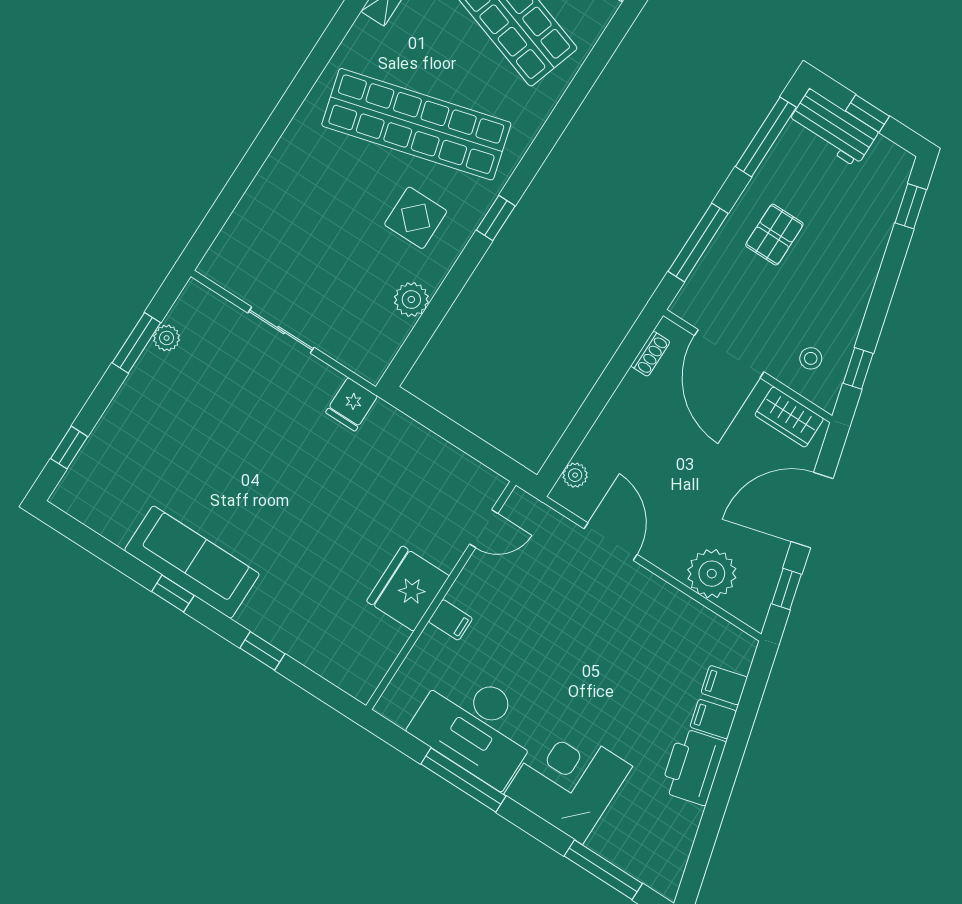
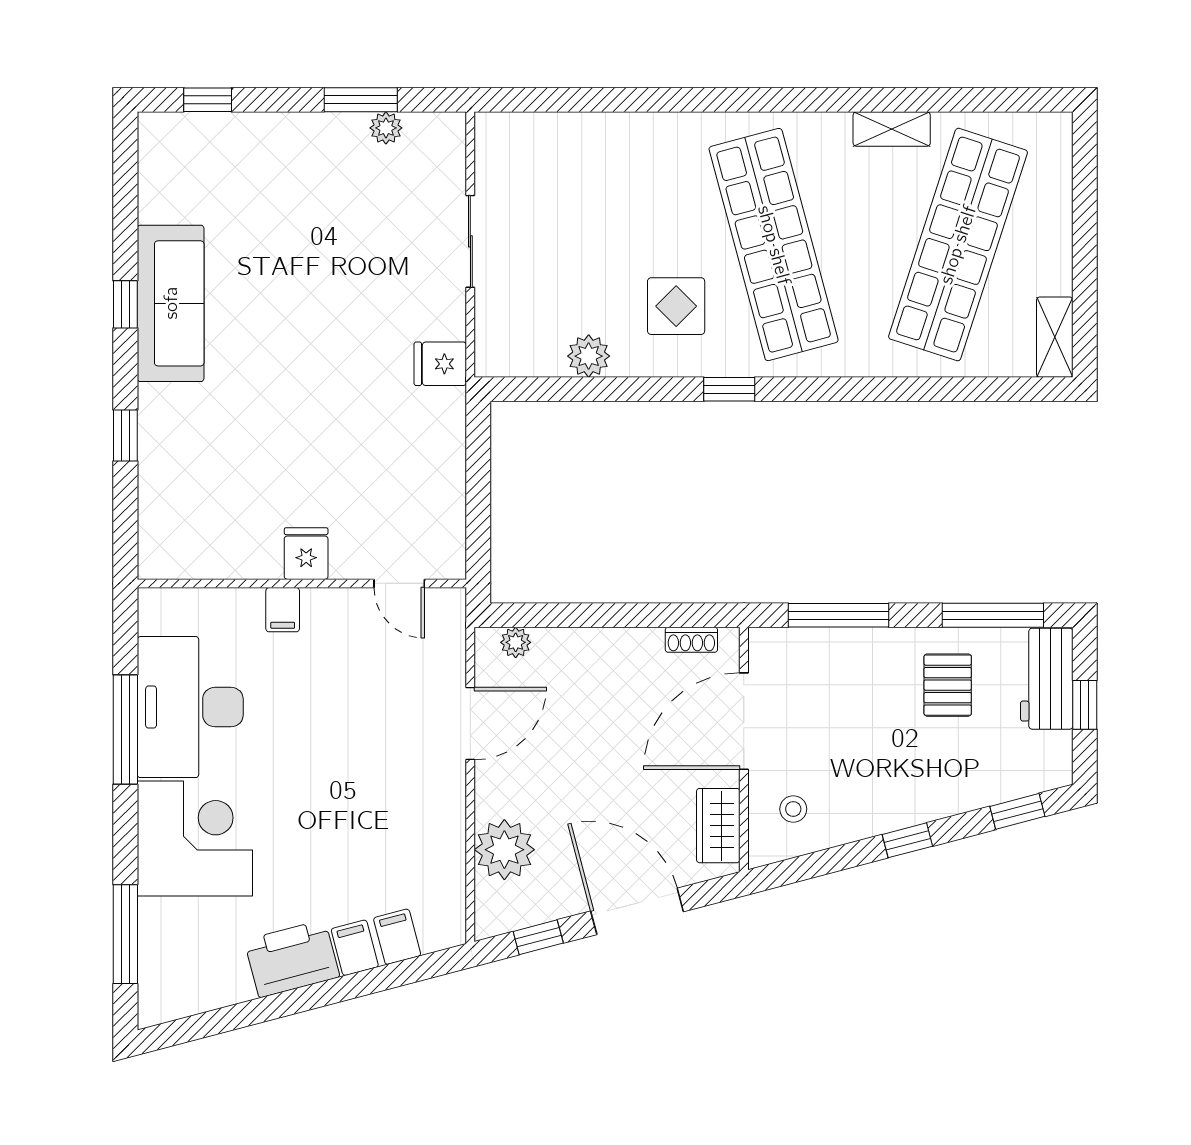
pallet: (774, 235) -> (948, 685), moved, turned 90
window: (858, 368) -> (907, 840), moved
fridge: (408, 589) -> (306, 554), width x0.53, depth x0.75

